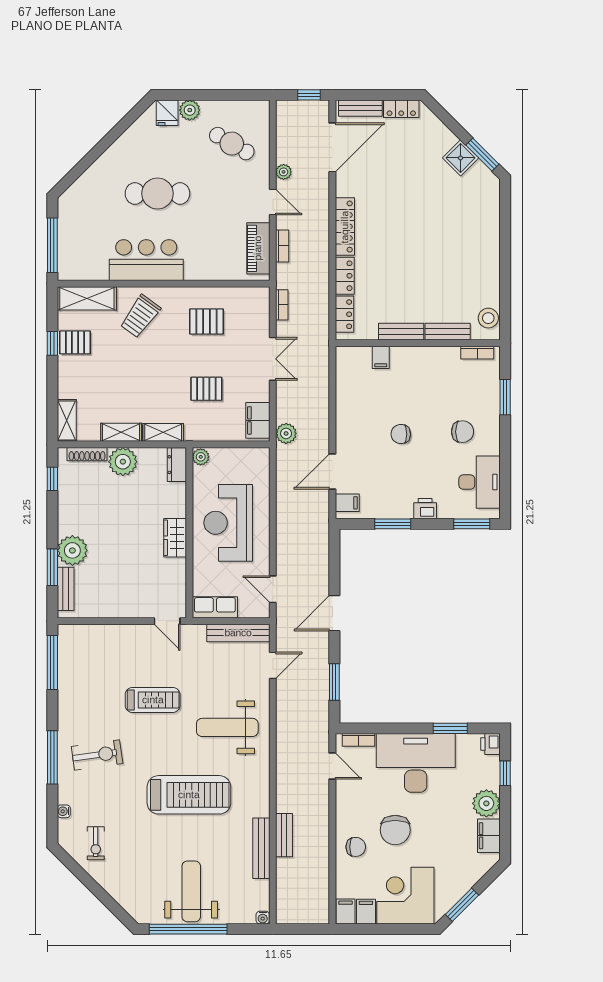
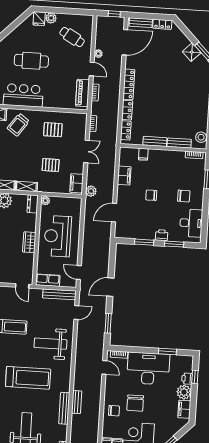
filing cabinet: (347, 503) -> (124, 176), moved, width x2.00
window: (472, 524) -> (174, 244), moved
printer: (491, 744) -> (187, 379), moved

